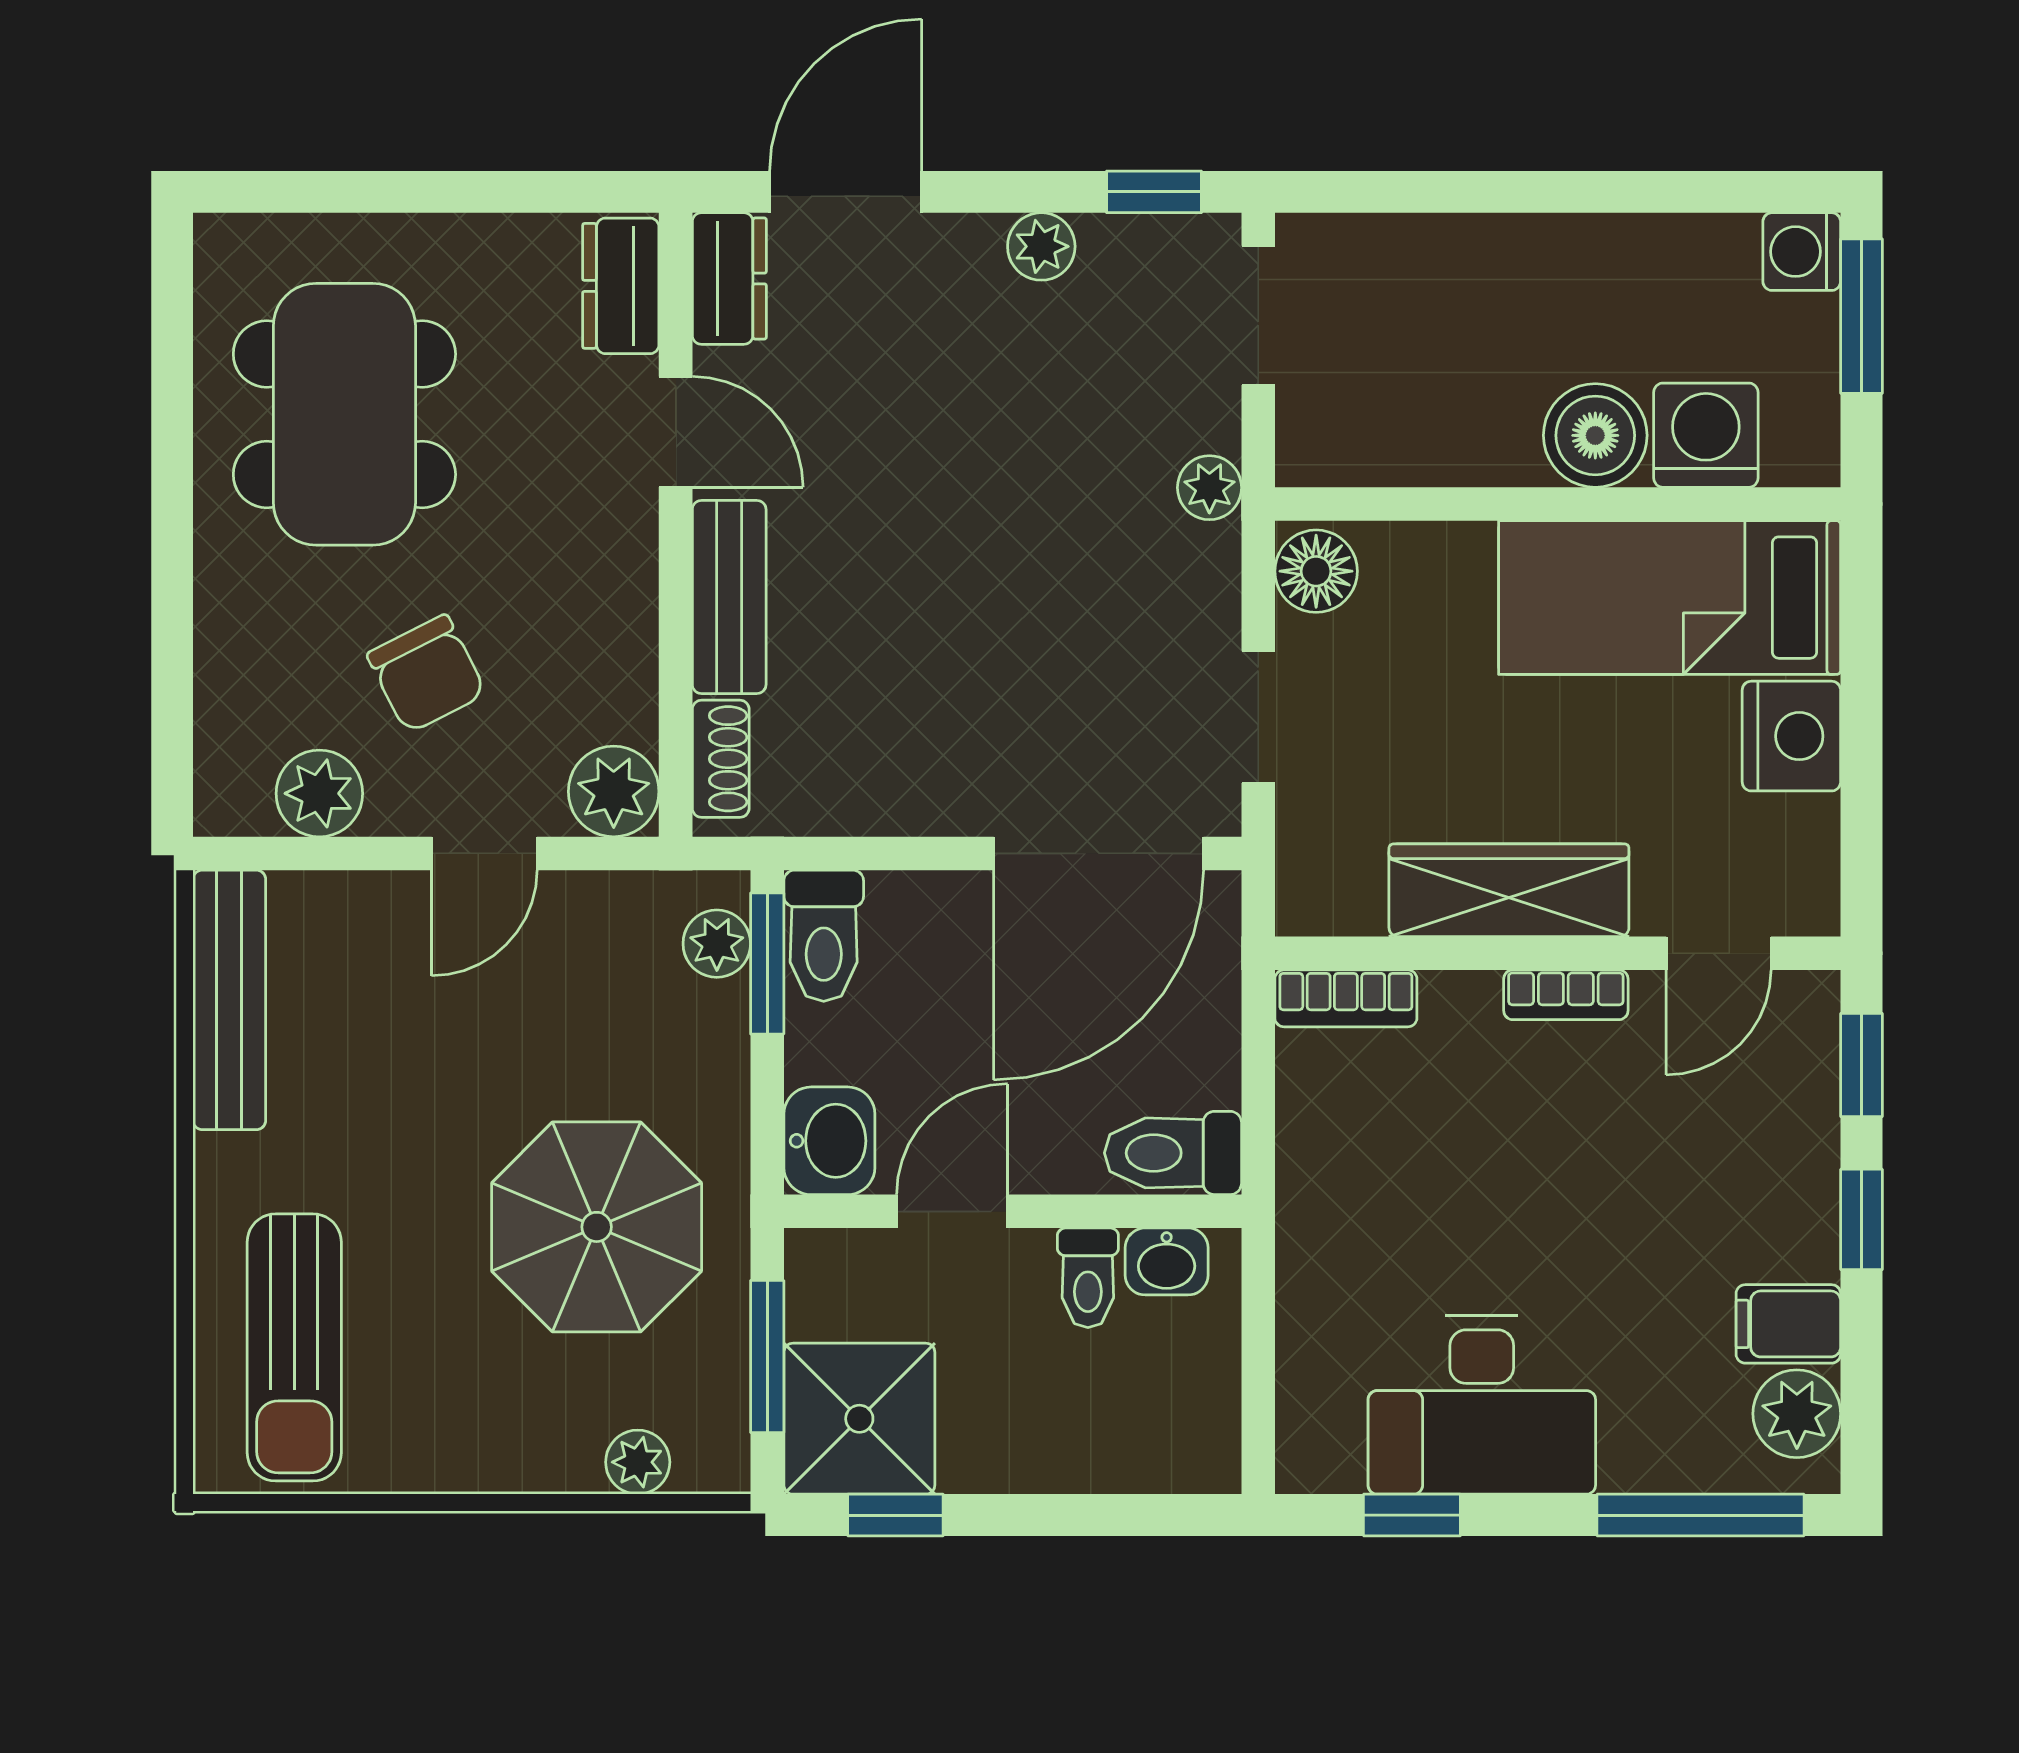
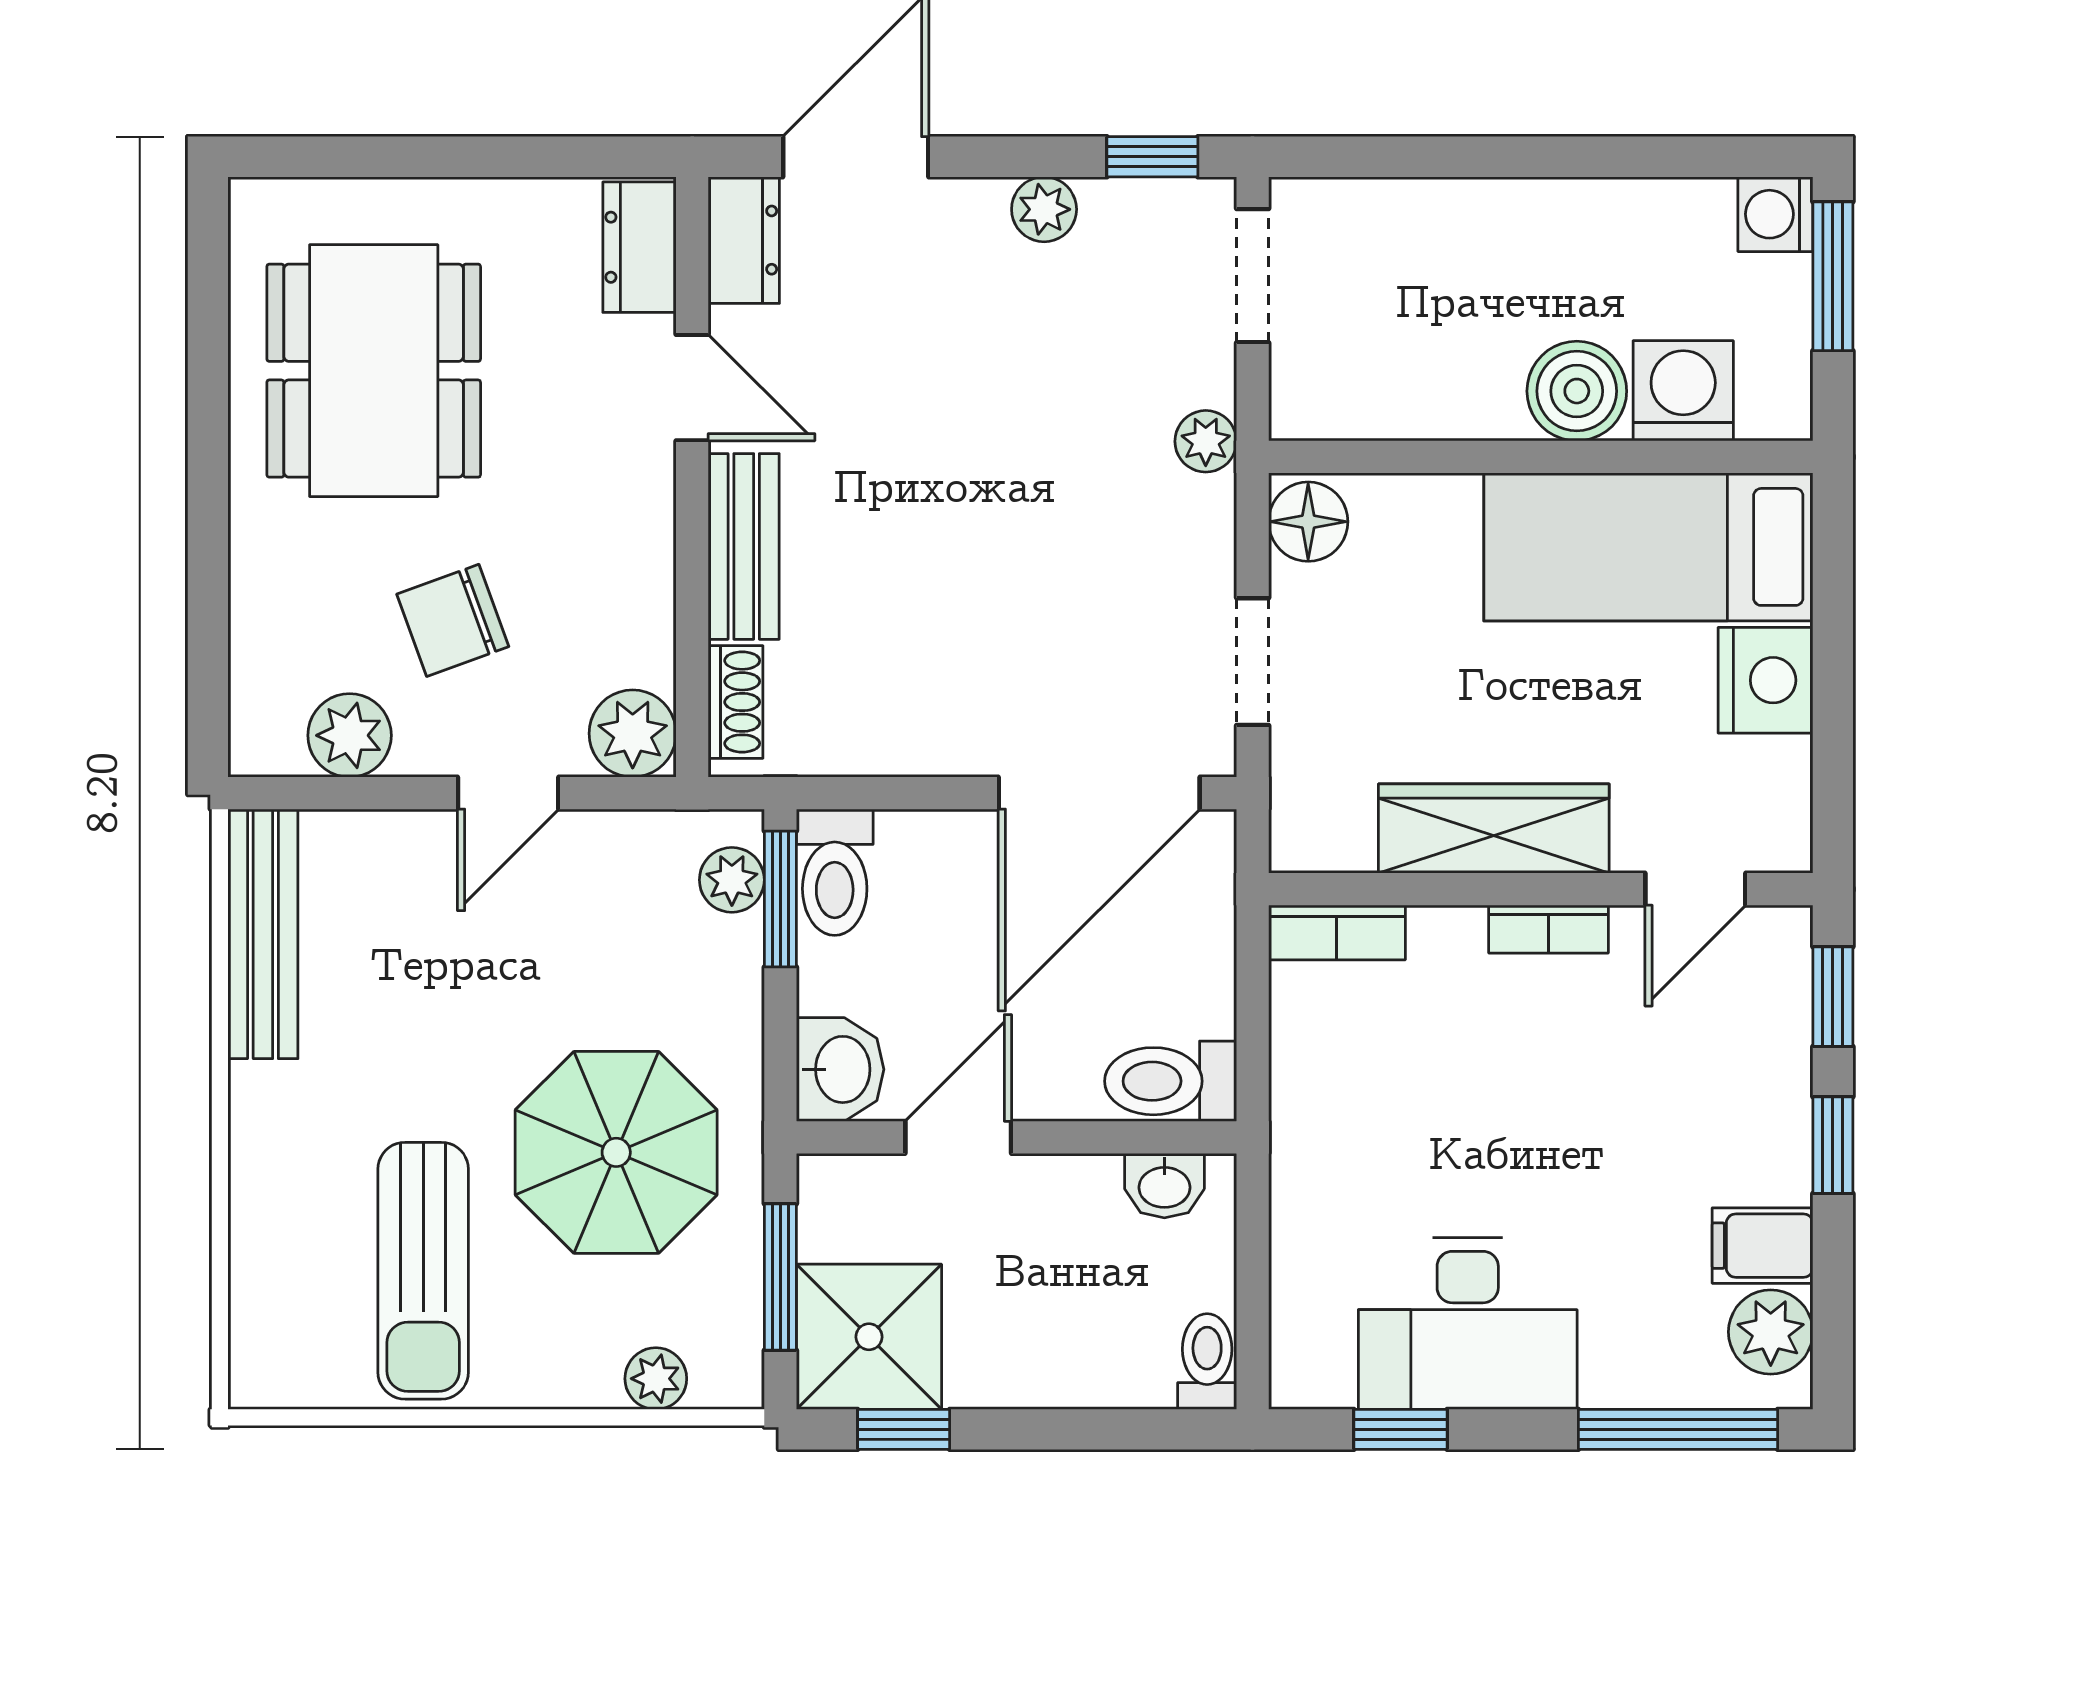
chair: (427, 674) -> (453, 620), turned 97
toilet: (1088, 1278) -> (1207, 1362), moved, turned 180
sun lounger: (294, 1347) -> (423, 1271), moved

